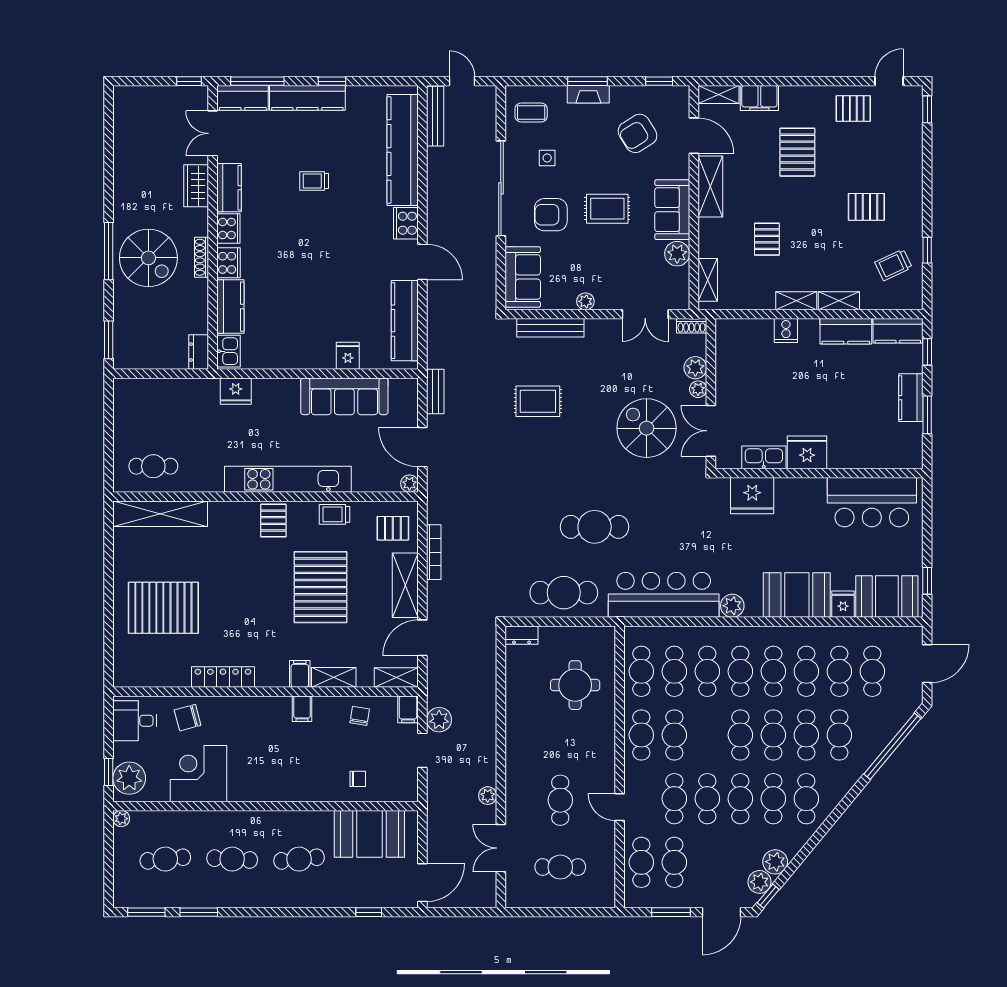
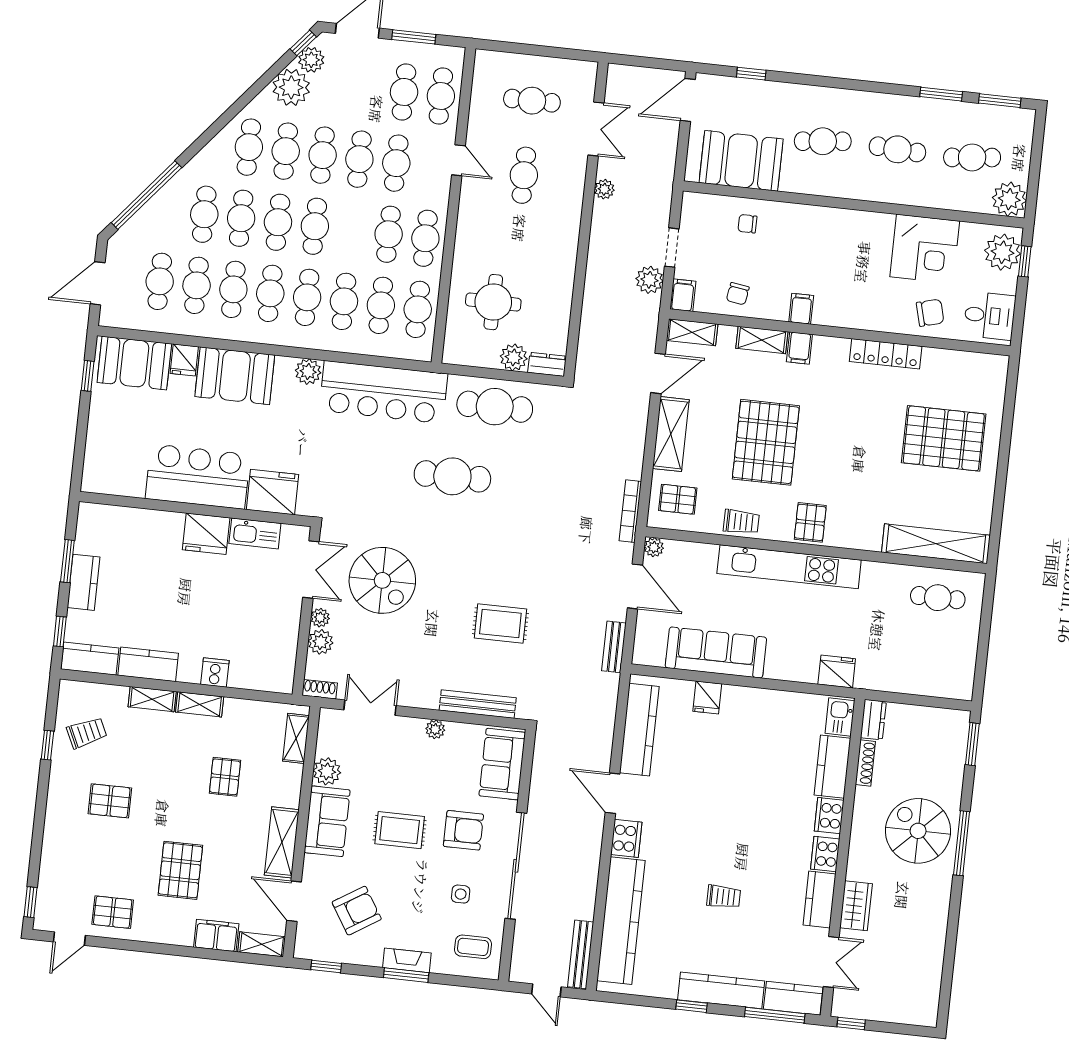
shoe rack: (202, 257) -> (865, 763), moved
bar counter: (872, 502) -> (198, 477), moved
bookcase: (434, 552) -> (630, 511), moved
plant: (552, 638) -> (514, 357), added
plant: (121, 819) -> (1009, 199), width x1.87, depth x1.87
plant: (775, 862) -> (291, 87), width x1.36, depth x1.36

